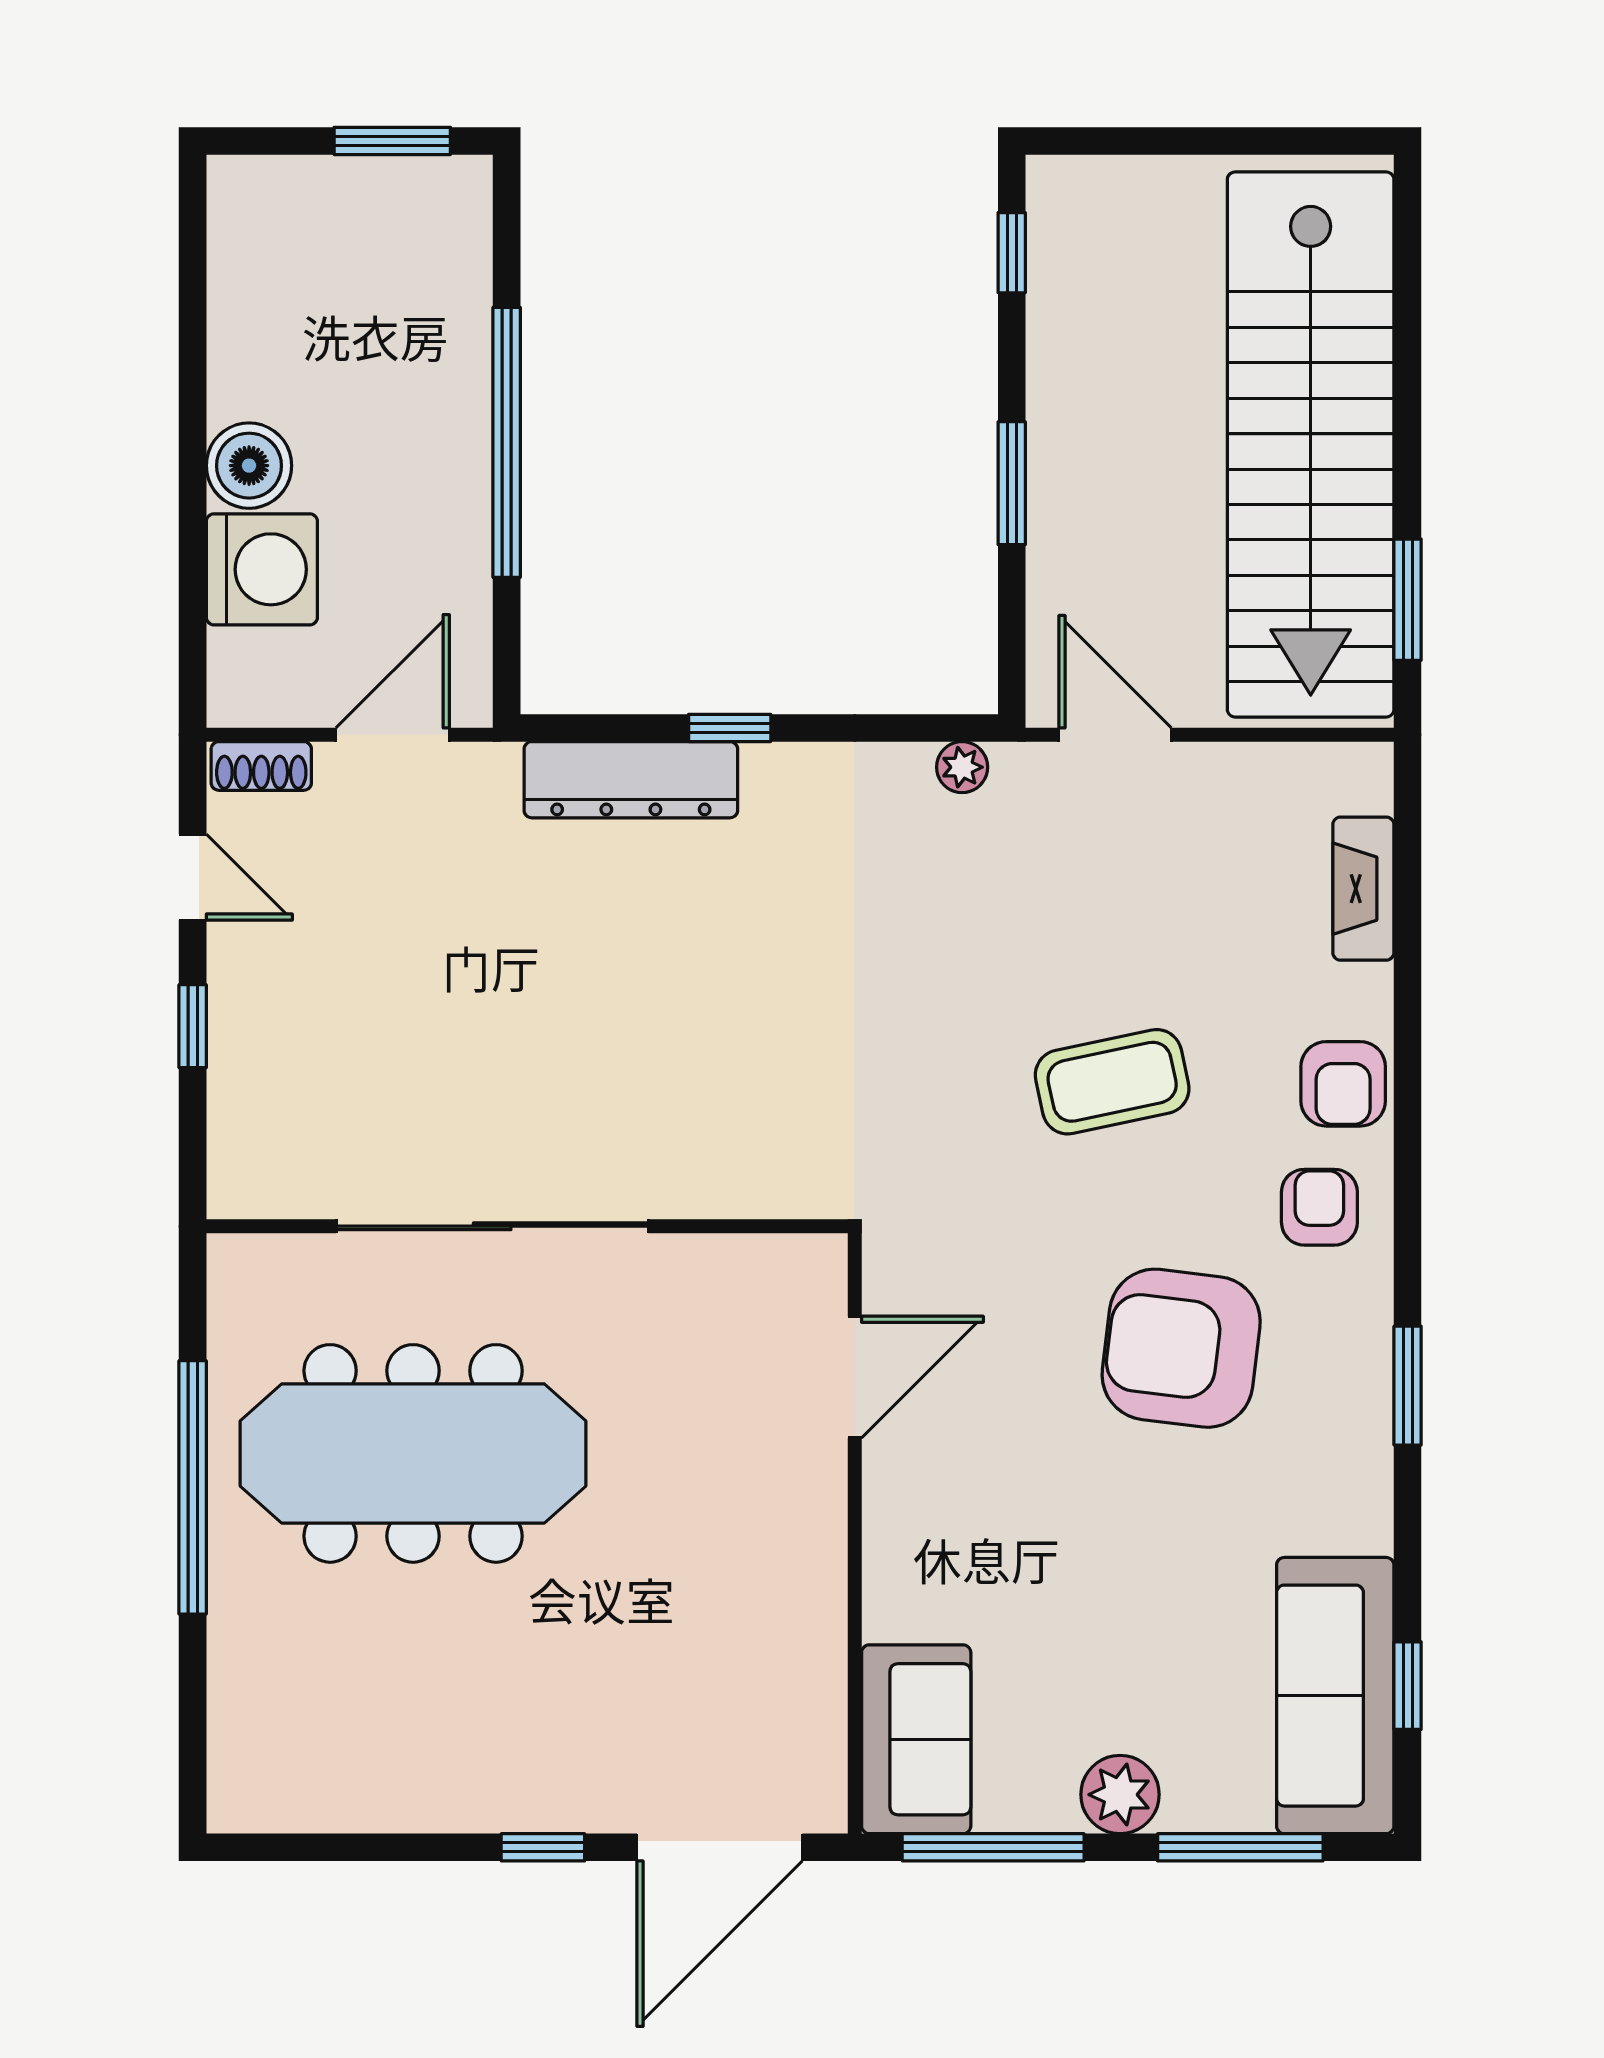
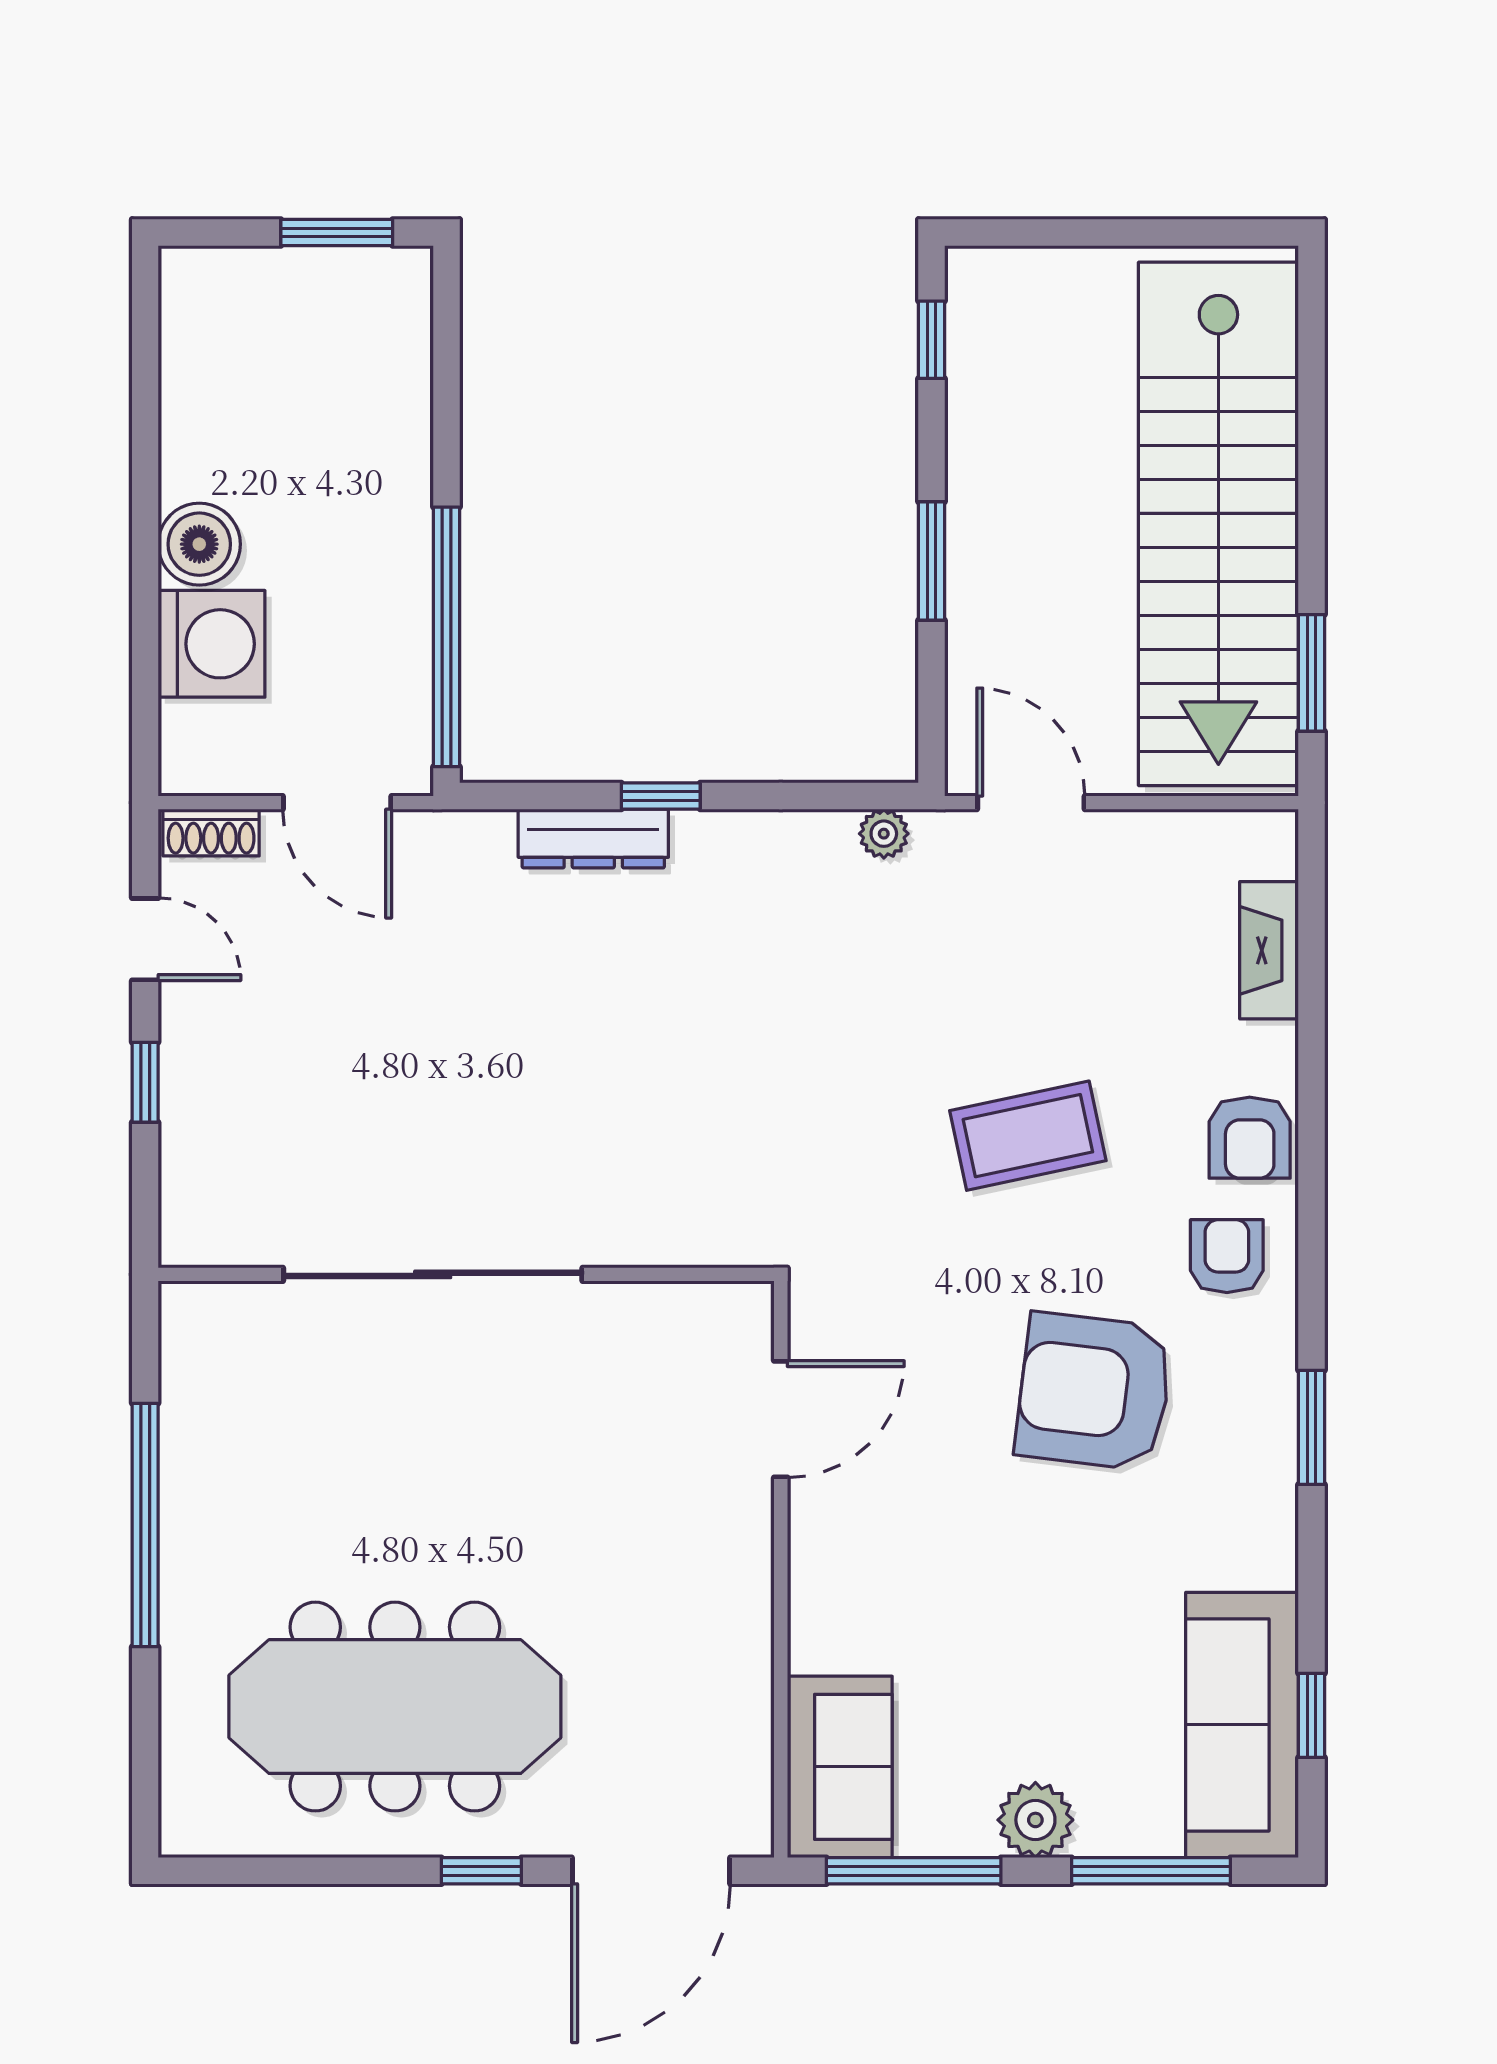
window: (507, 442) -> (447, 637), moved
door: (393, 735) -> (337, 803), swing flipped
dresser: (631, 780) -> (593, 839), width x0.73, depth x0.80
meeting table: (413, 1453) -> (395, 1707), moved

